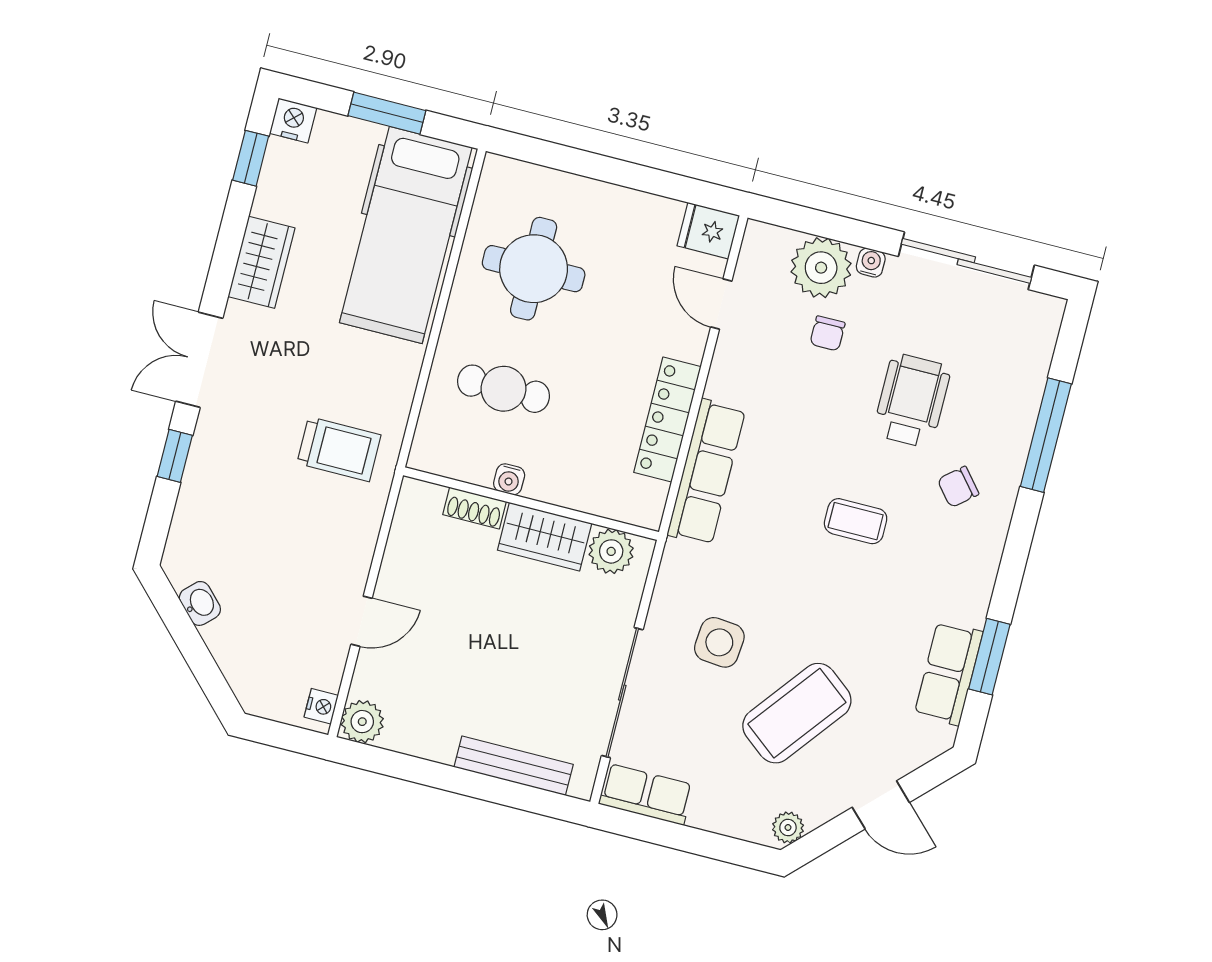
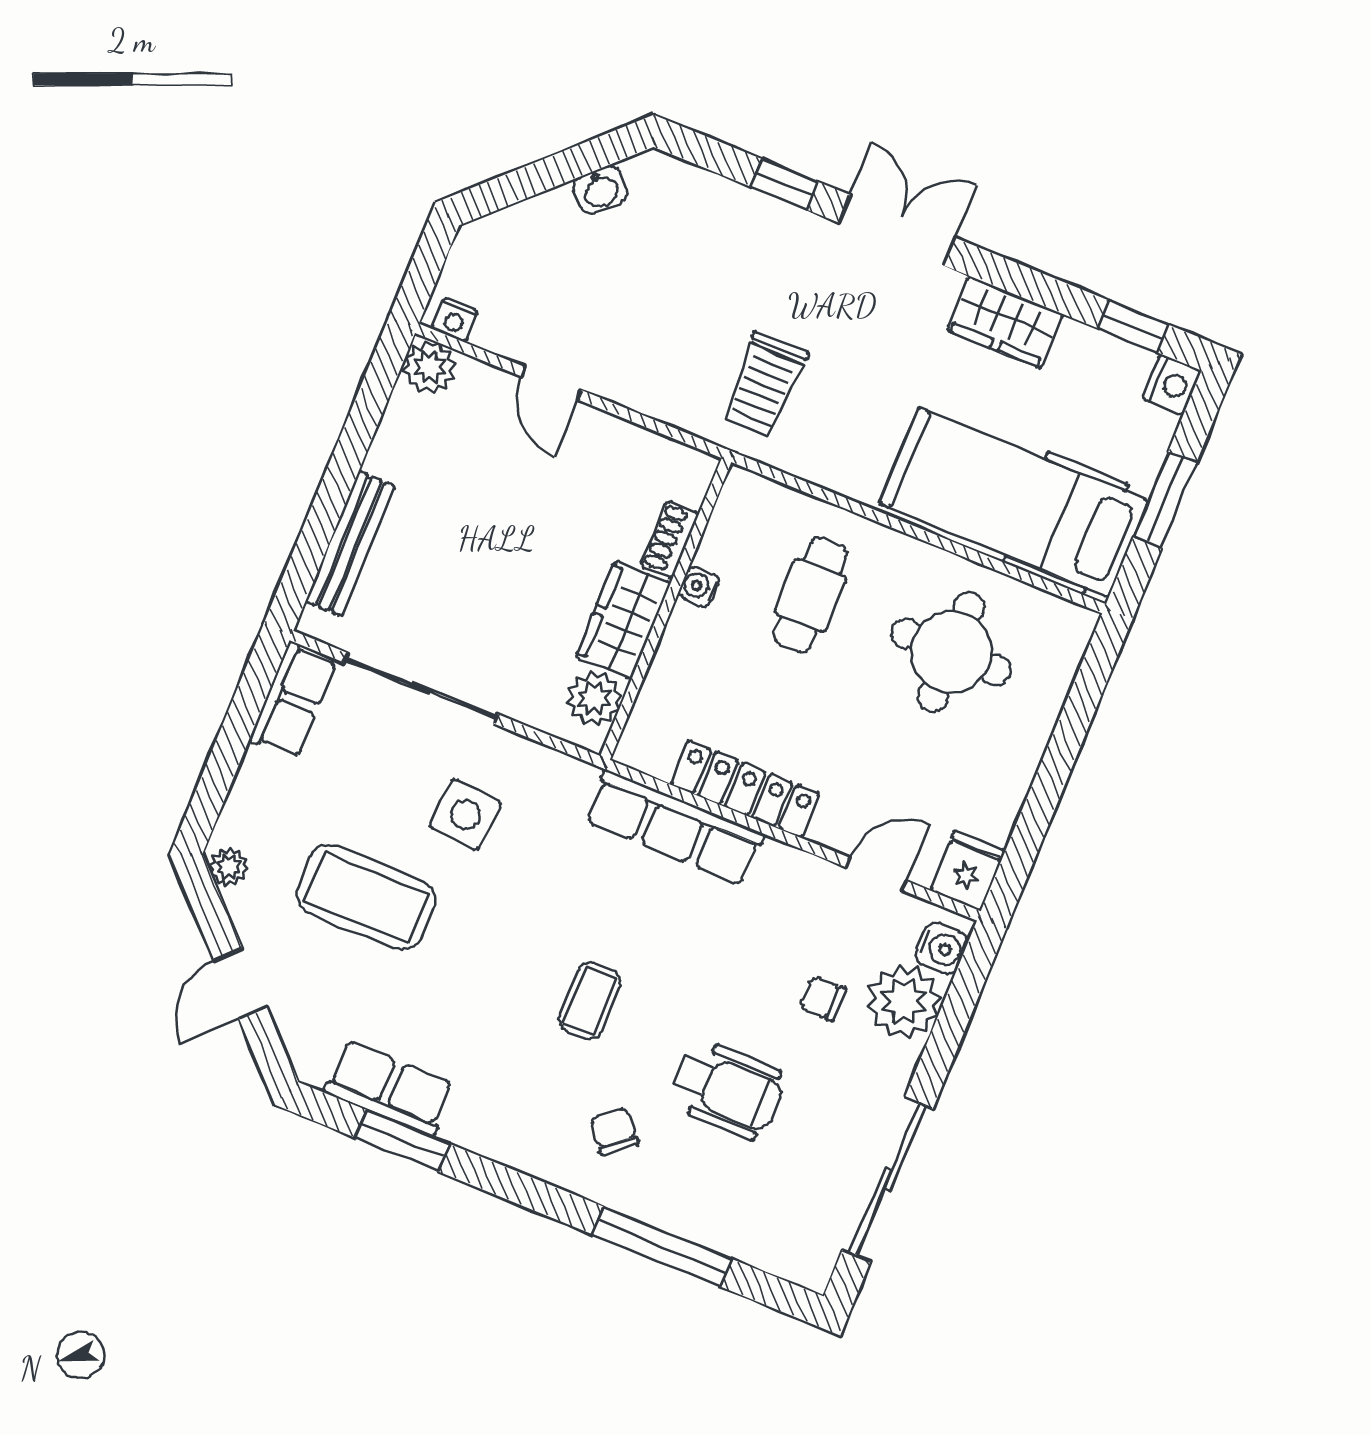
water cooler: (871, 263) -> (942, 948), moved, width x1.38, depth x1.38
coffee table: (797, 713) -> (366, 897), turned -38

